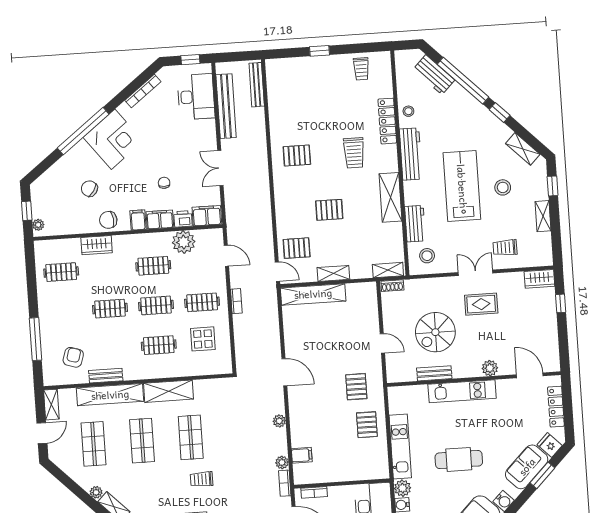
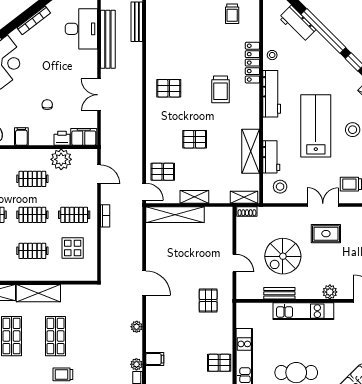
shelving: (390, 197) -> (251, 151), moved
filing cabinet: (160, 220) -> (41, 138), removed
pallet: (367, 425) -> (219, 363), moved, turned 90

